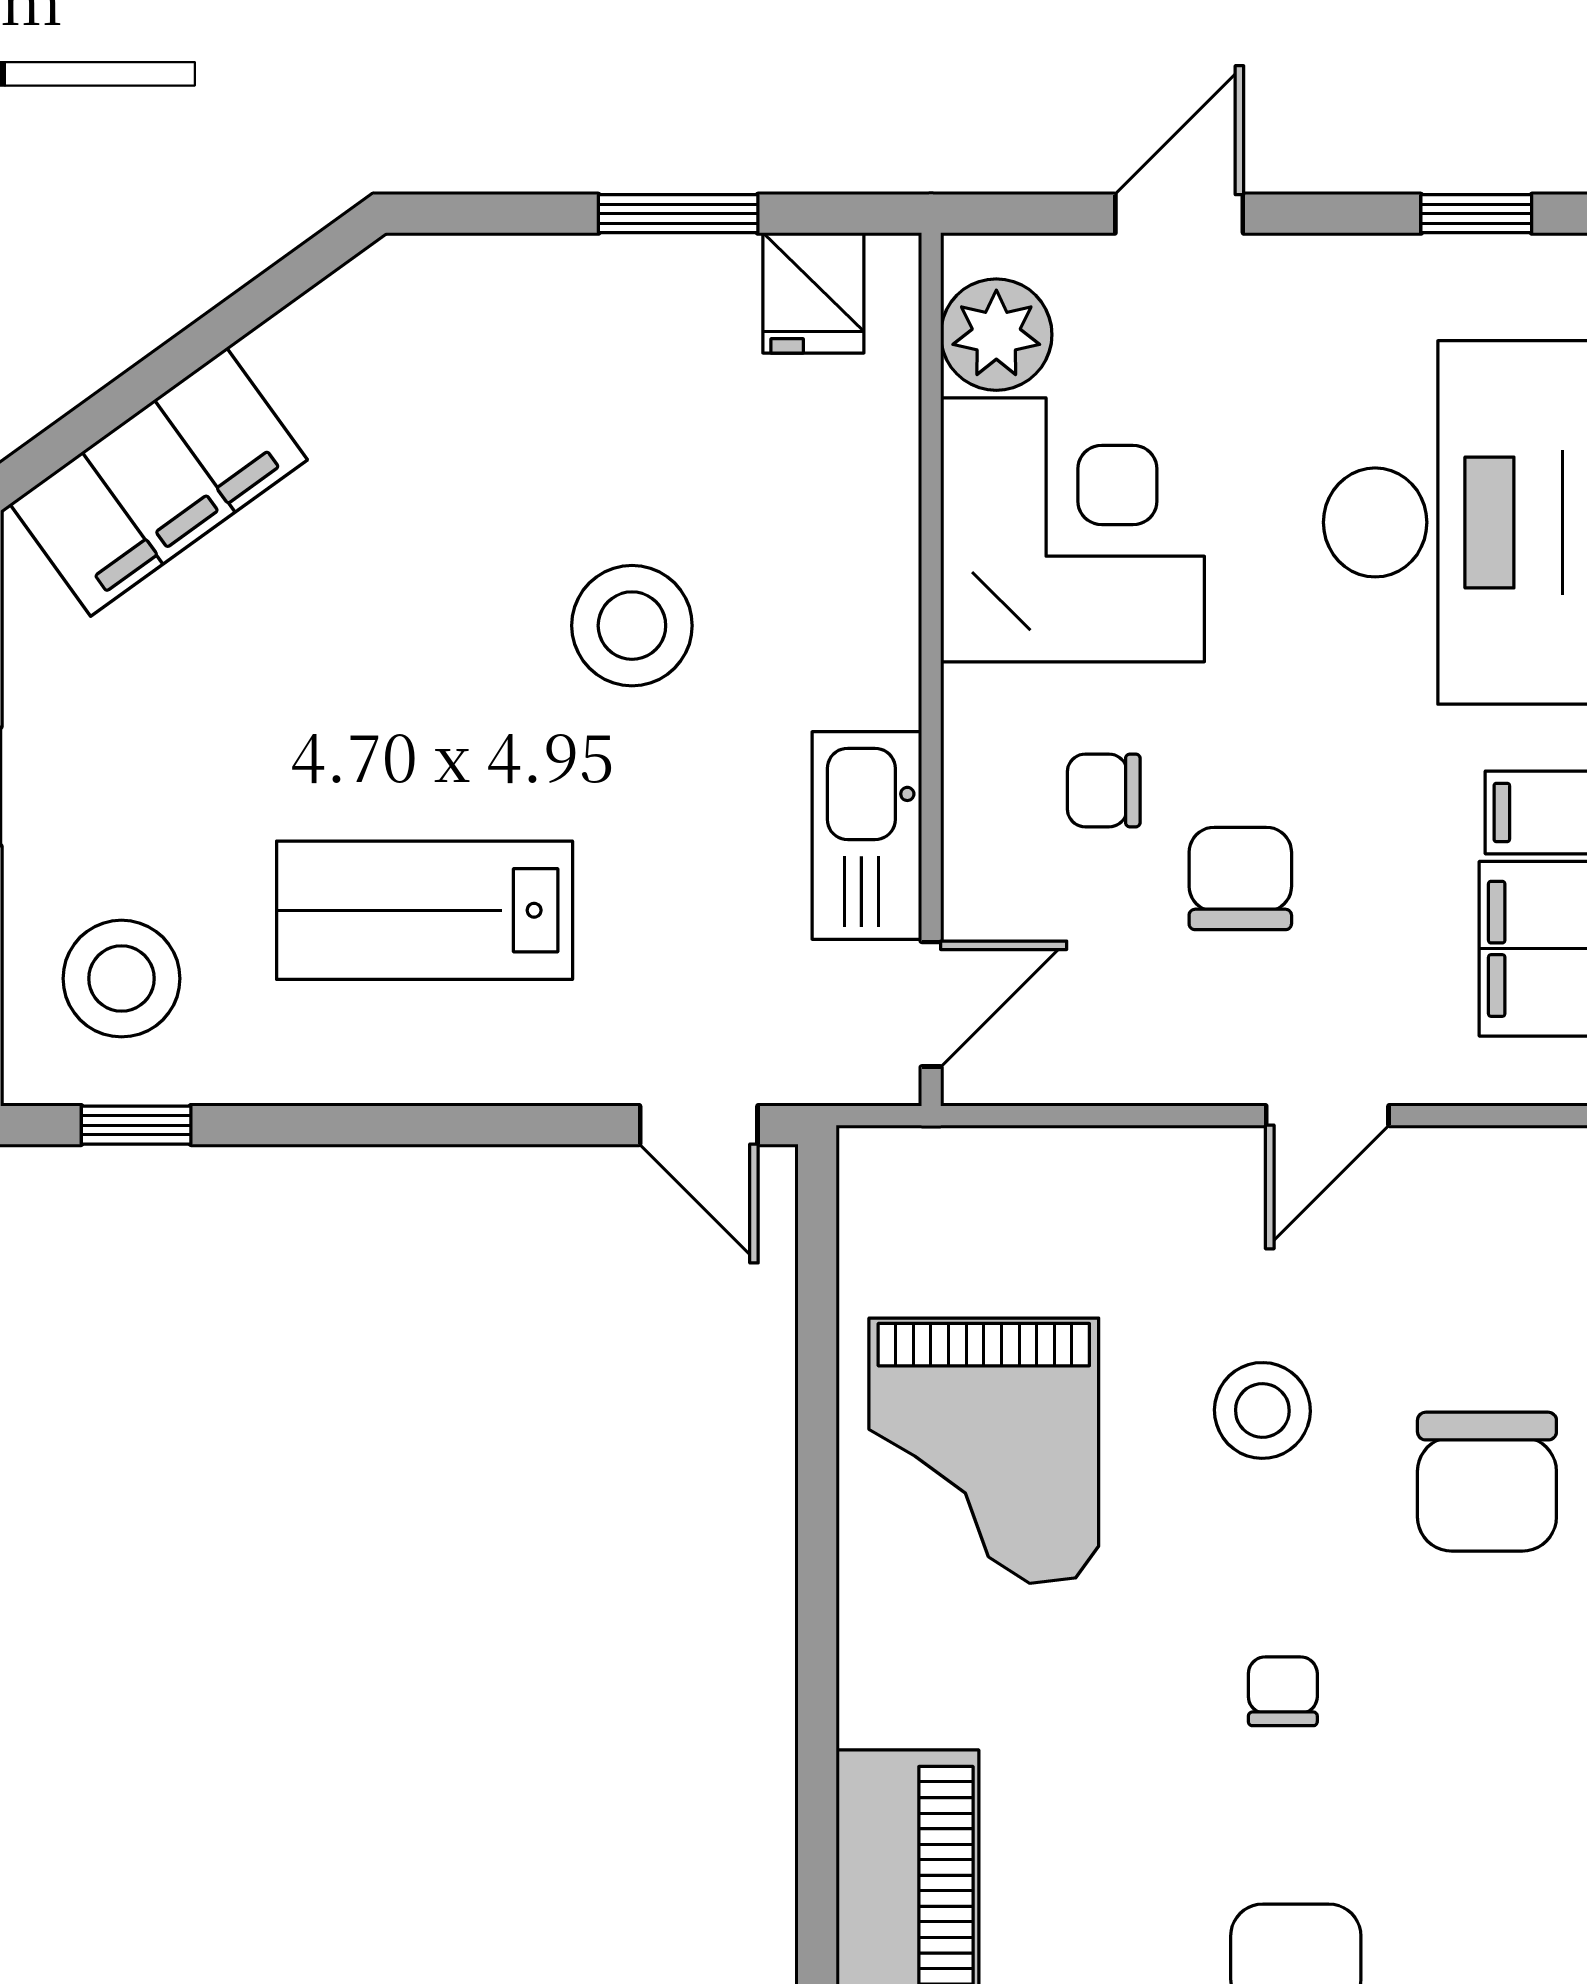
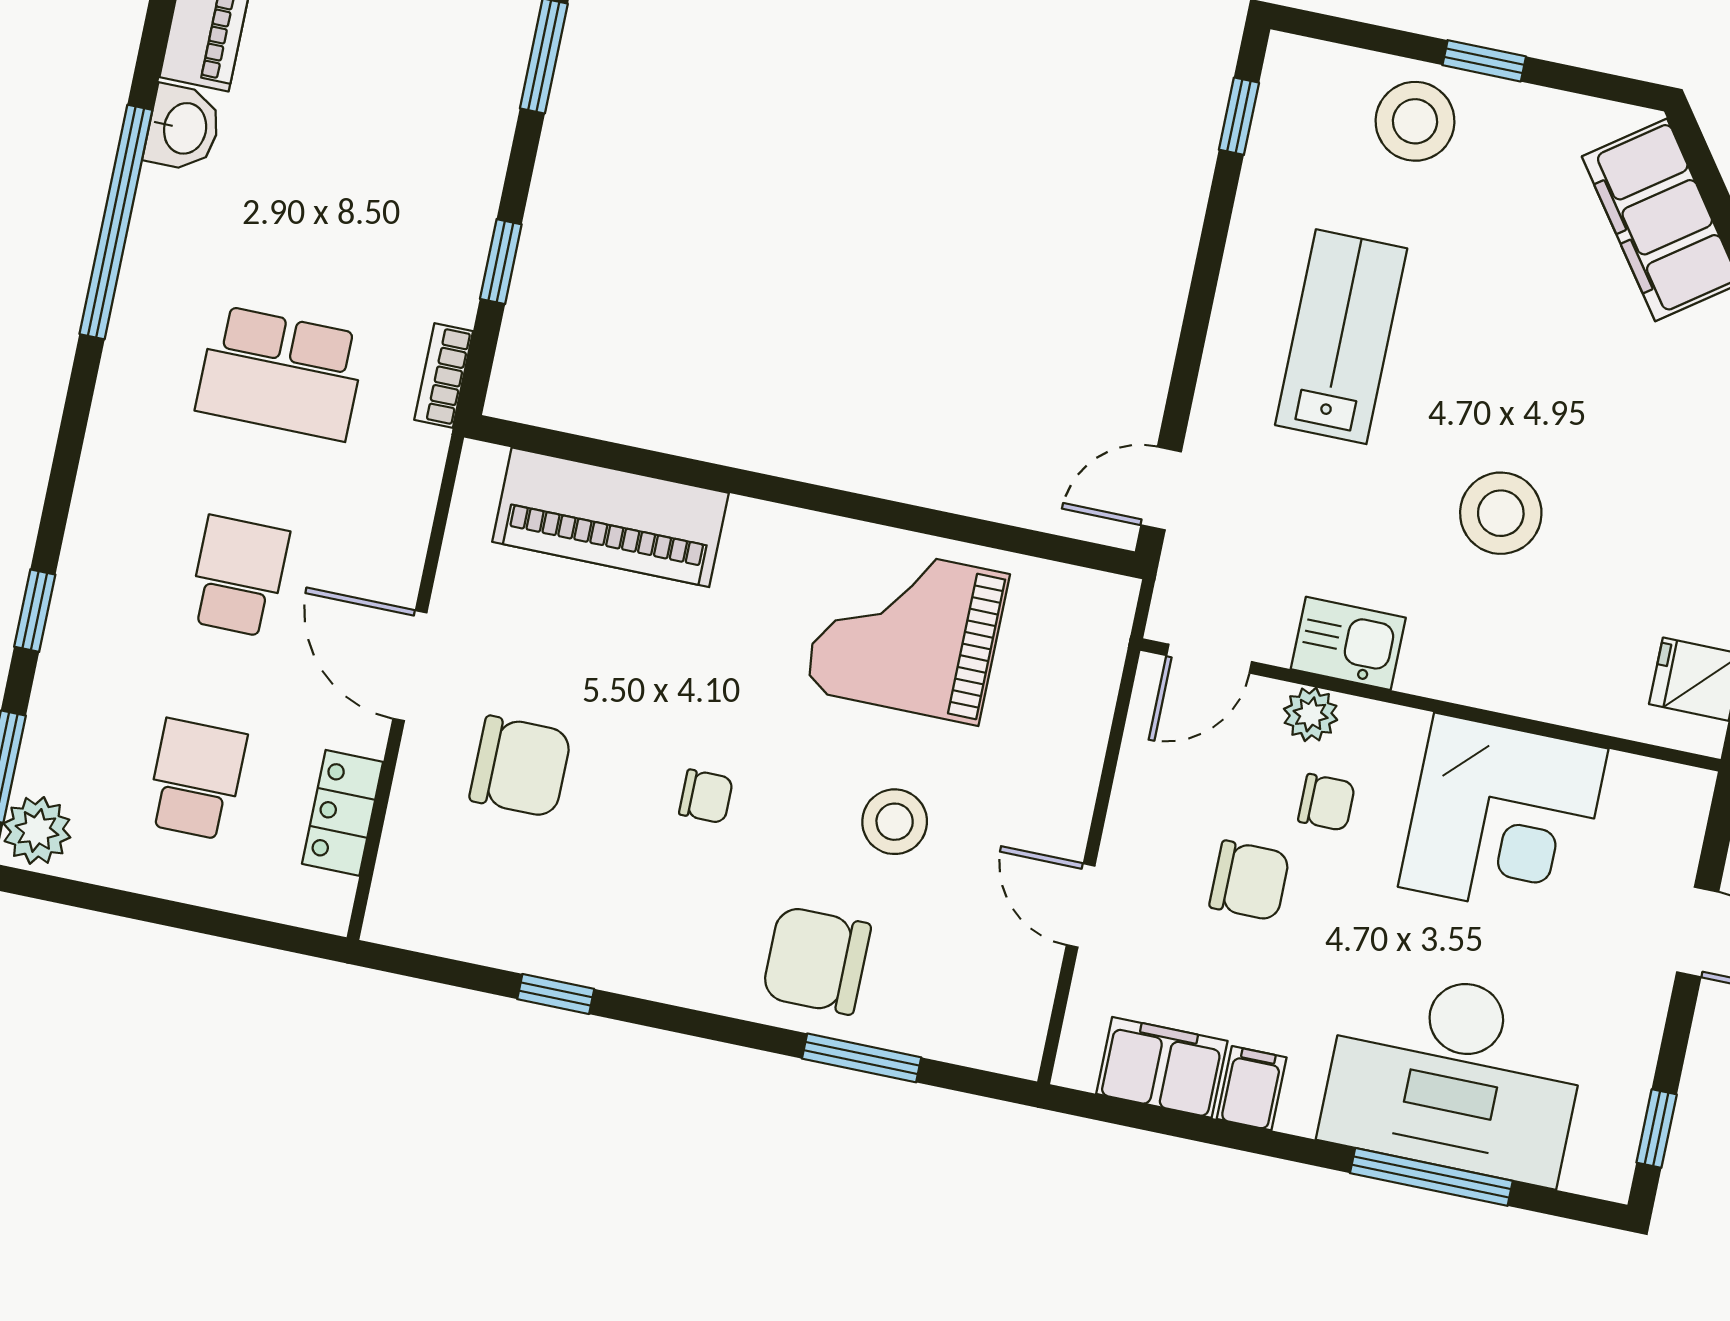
plant: (996, 335) -> (1311, 714), moved, width x0.73, depth x0.73
chair: (1104, 790) -> (1327, 802), turned 90
kitchen sink: (867, 836) -> (1348, 643), width x0.73
stool: (121, 979) -> (1415, 121), moved
door: (931, 1004) -> (1209, 659), hinge flipped

